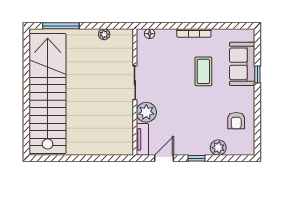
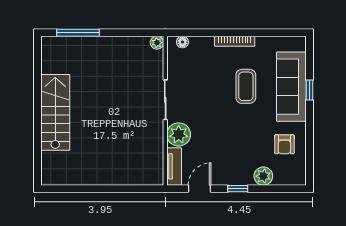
plant: (104, 34) -> (157, 43), moved
sofa: (242, 64) -> (291, 87), width x1.36
stairs: (48, 94) -> (55, 112), width x0.54, depth x0.66

